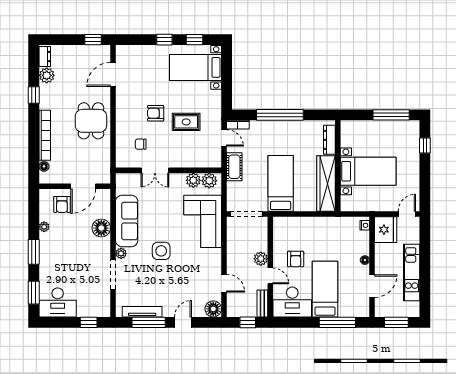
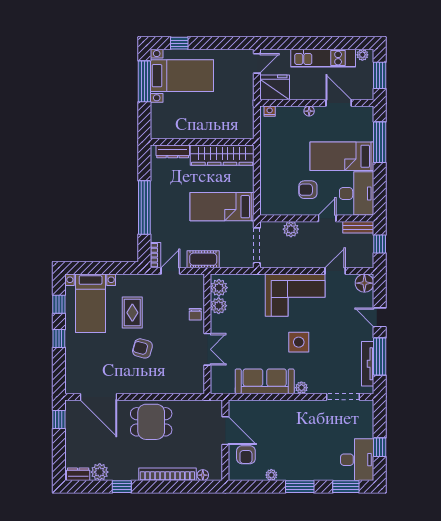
door: (113, 74) -> (99, 397), width x1.36
armchair: (156, 113) -> (142, 348), turned 105
rug: (186, 122) -> (132, 313), moved
chair: (141, 144) -> (195, 314), moved
bed with nightstands: (368, 171) -> (182, 76), moved, turned 90
armchair: (62, 204) -> (246, 455), turned 90
door: (407, 214) -> (257, 63), swing flipped
corner sofa: (203, 221) -> (295, 295), moved
floor lamp: (101, 228) -> (273, 410), removed
plant: (261, 259) -> (291, 229), moved
armchair: (296, 259) -> (308, 190), turned 180
doorway: (113, 274) -> (343, 397), moved
plant: (414, 307) -> (362, 55), added
window: (89, 322) -> (380, 447), moved

